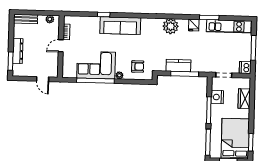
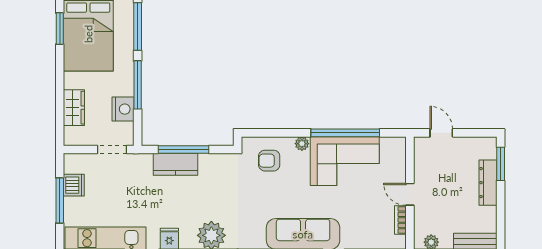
door: (61, 46) -> (410, 194), swing flipped
kitchen counter: (178, 66) -> (175, 164), moved
dishwasher: (245, 67) -> (74, 185), moved

